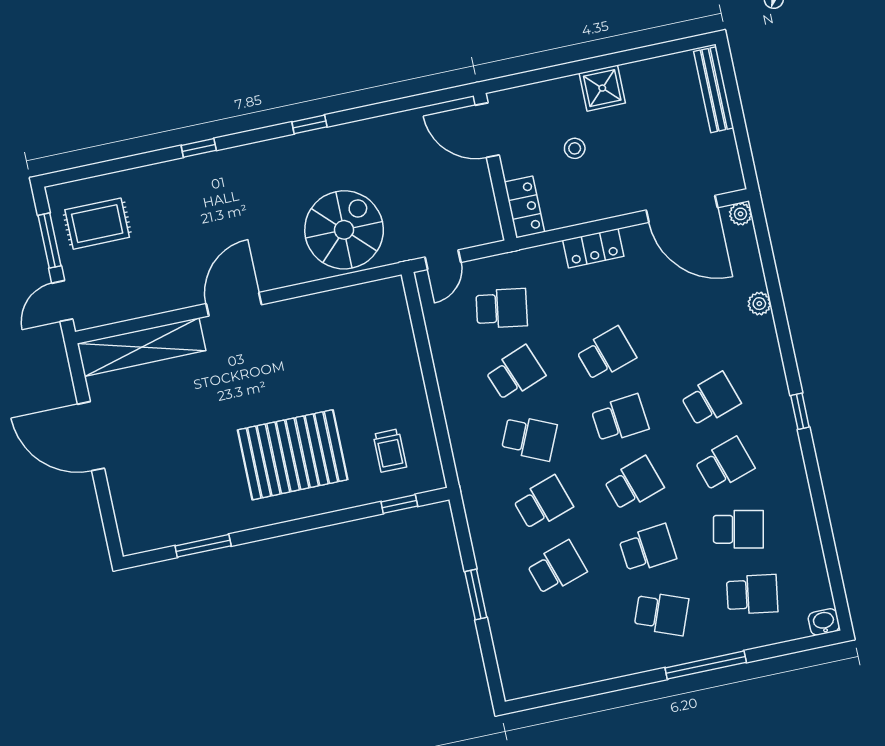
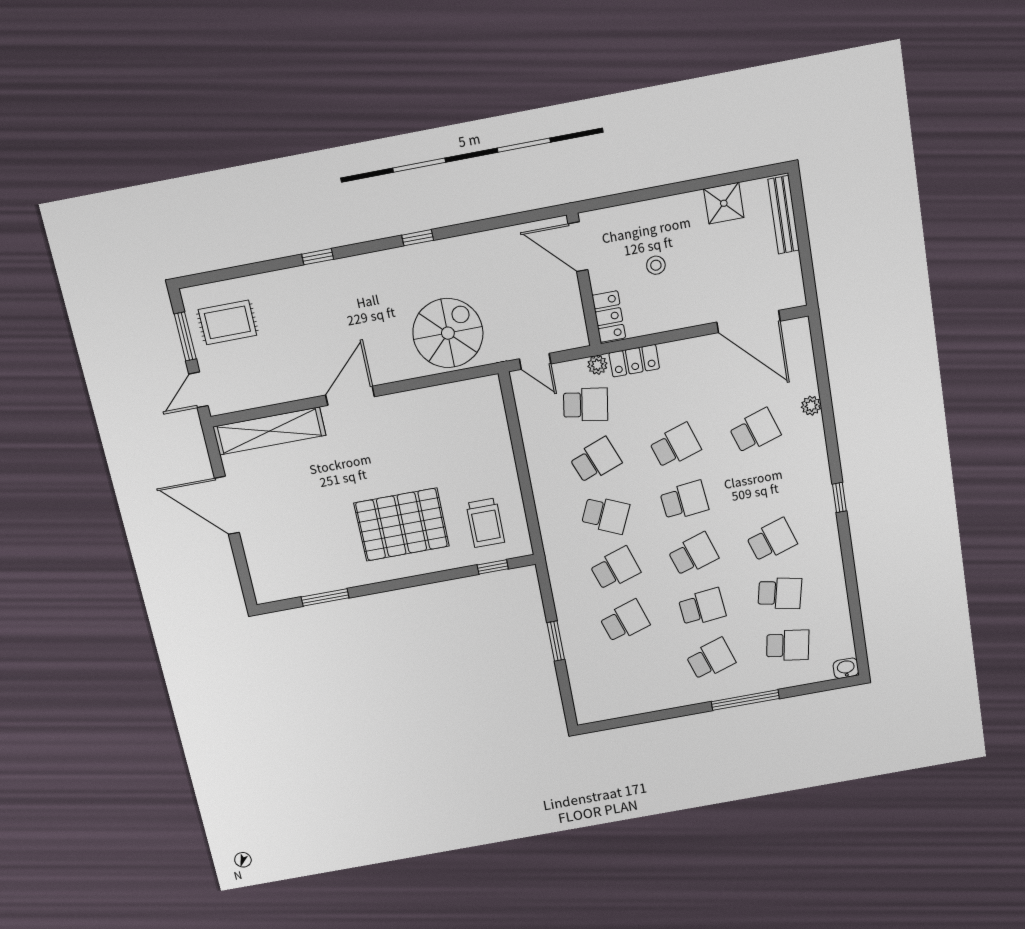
shower: (602, 88) -> (724, 203), moved
plant: (741, 214) -> (597, 365), moved
locker: (593, 248) -> (634, 361), moved
door: (443, 260) -> (535, 361), hinge flipped
school desk: (711, 399) -> (755, 431), moved
trolley: (390, 451) -> (485, 523), width x1.36, depth x1.39
school desk: (661, 614) -> (711, 659), turned -39

